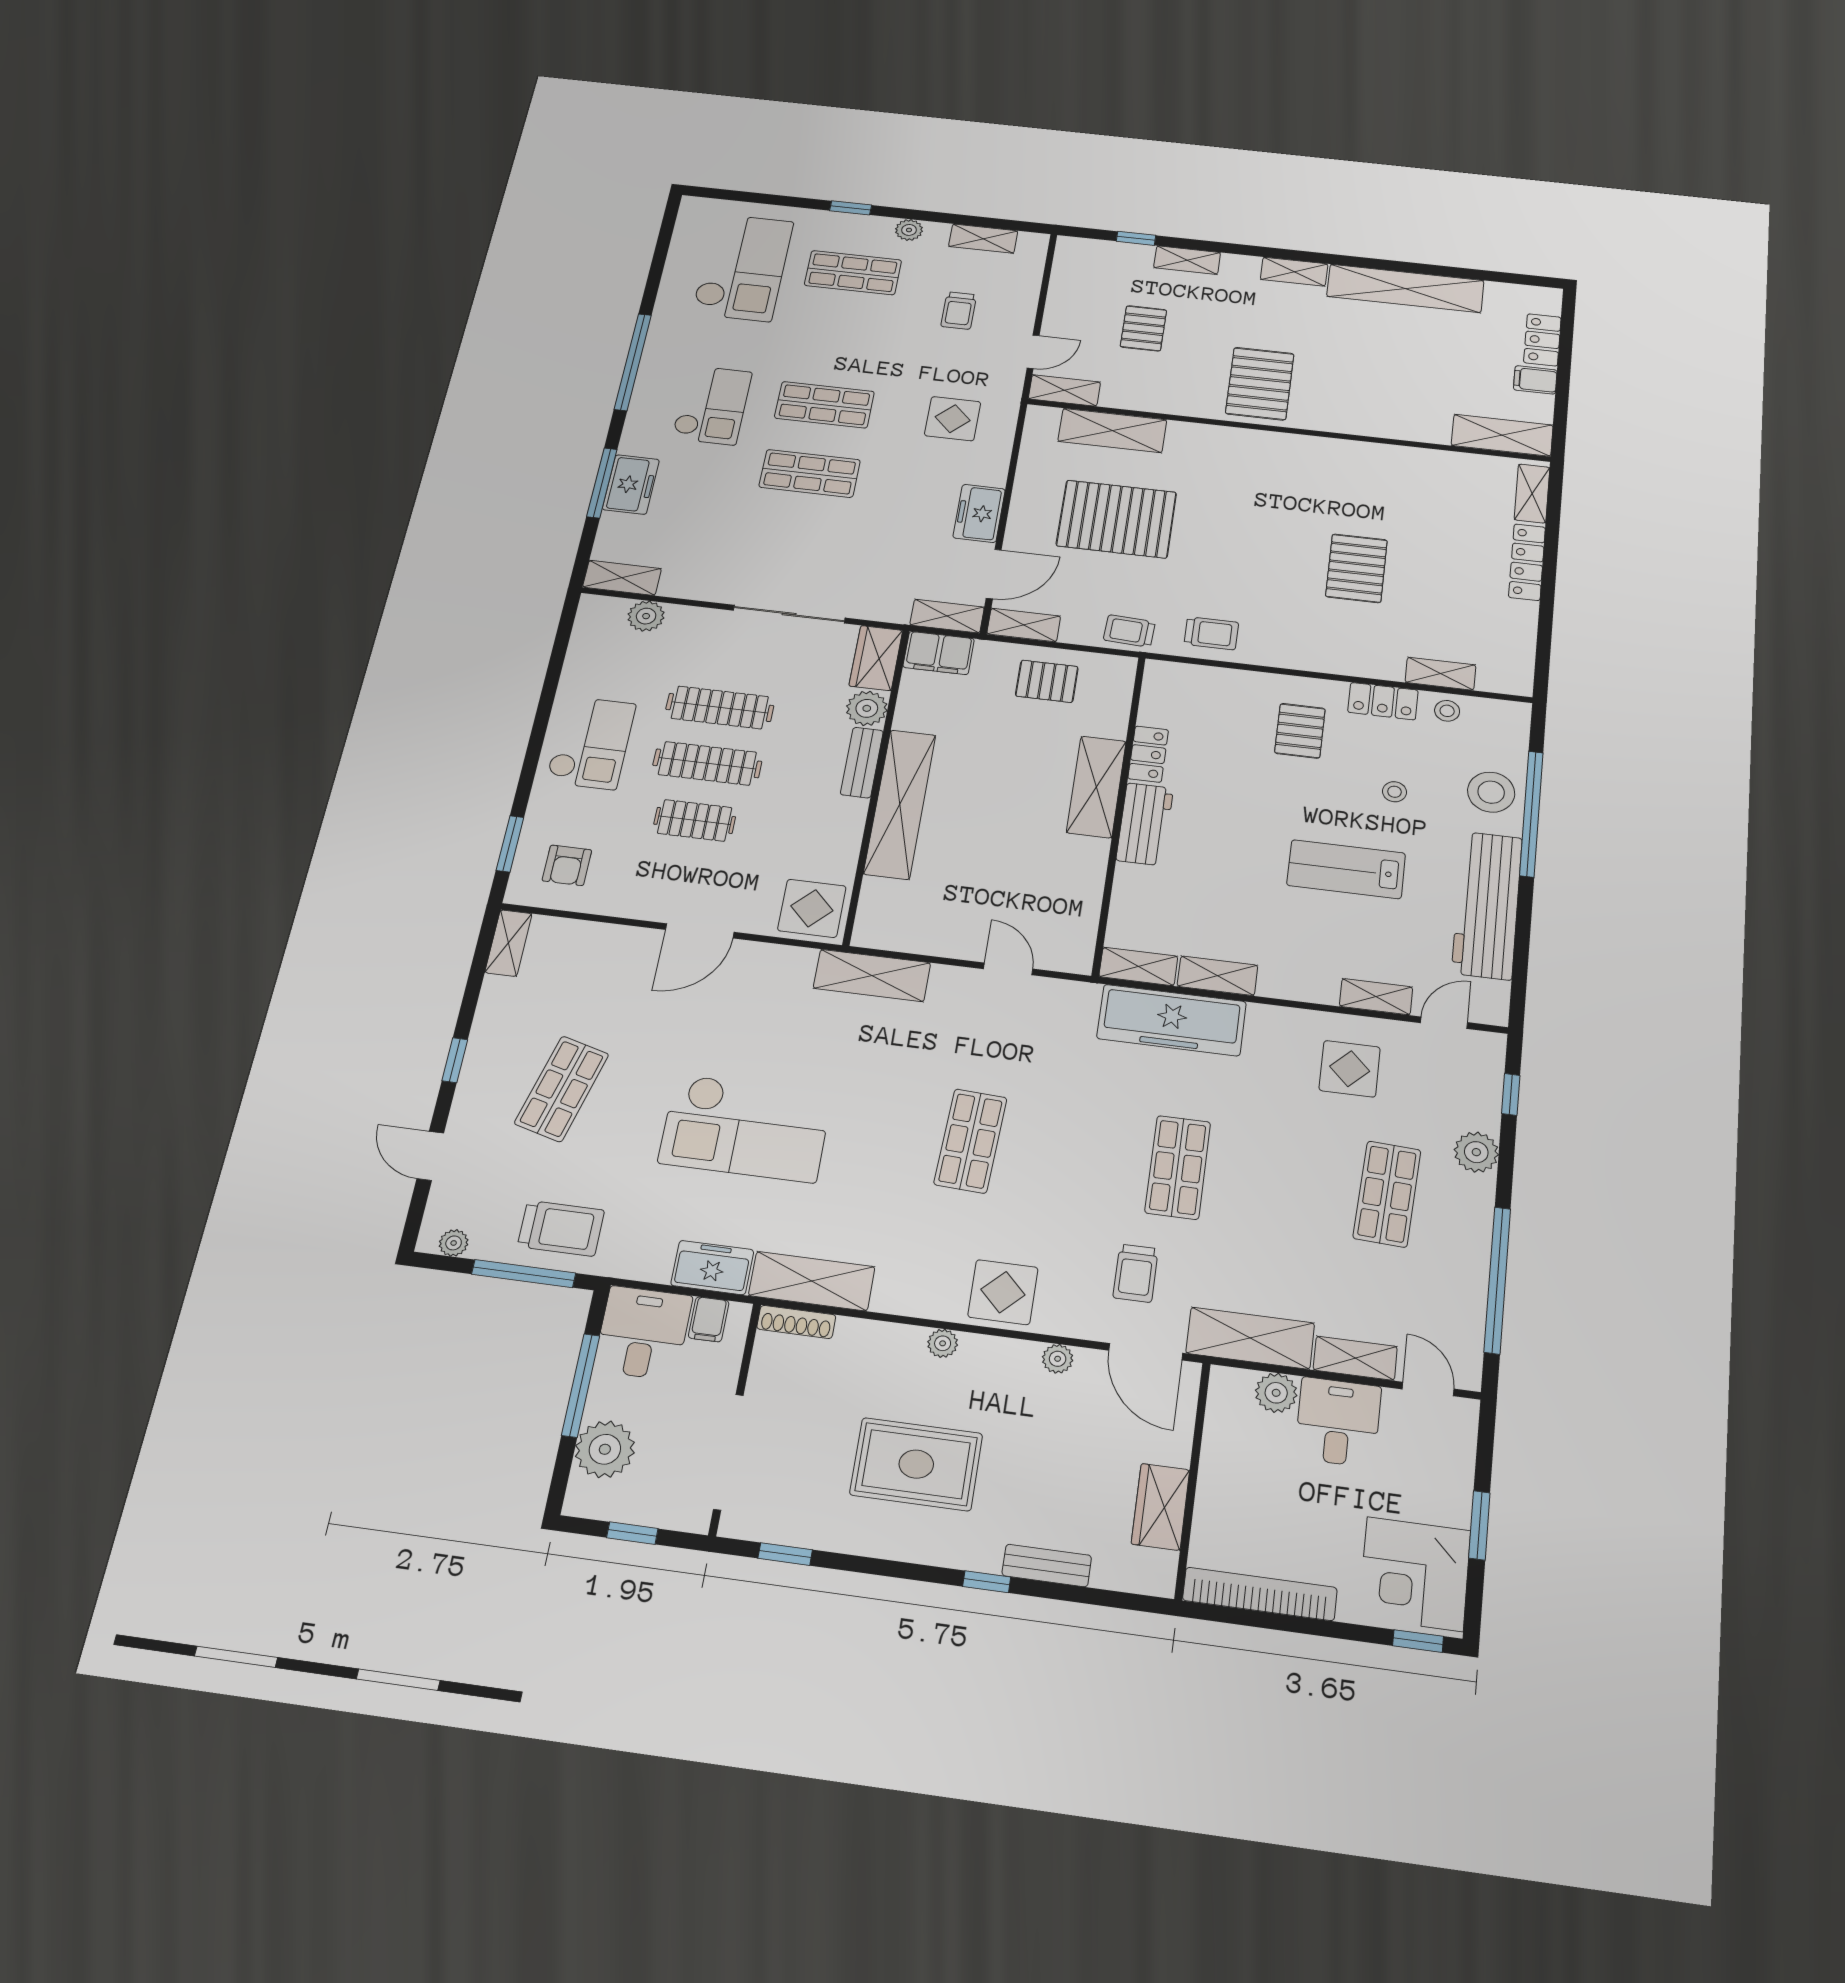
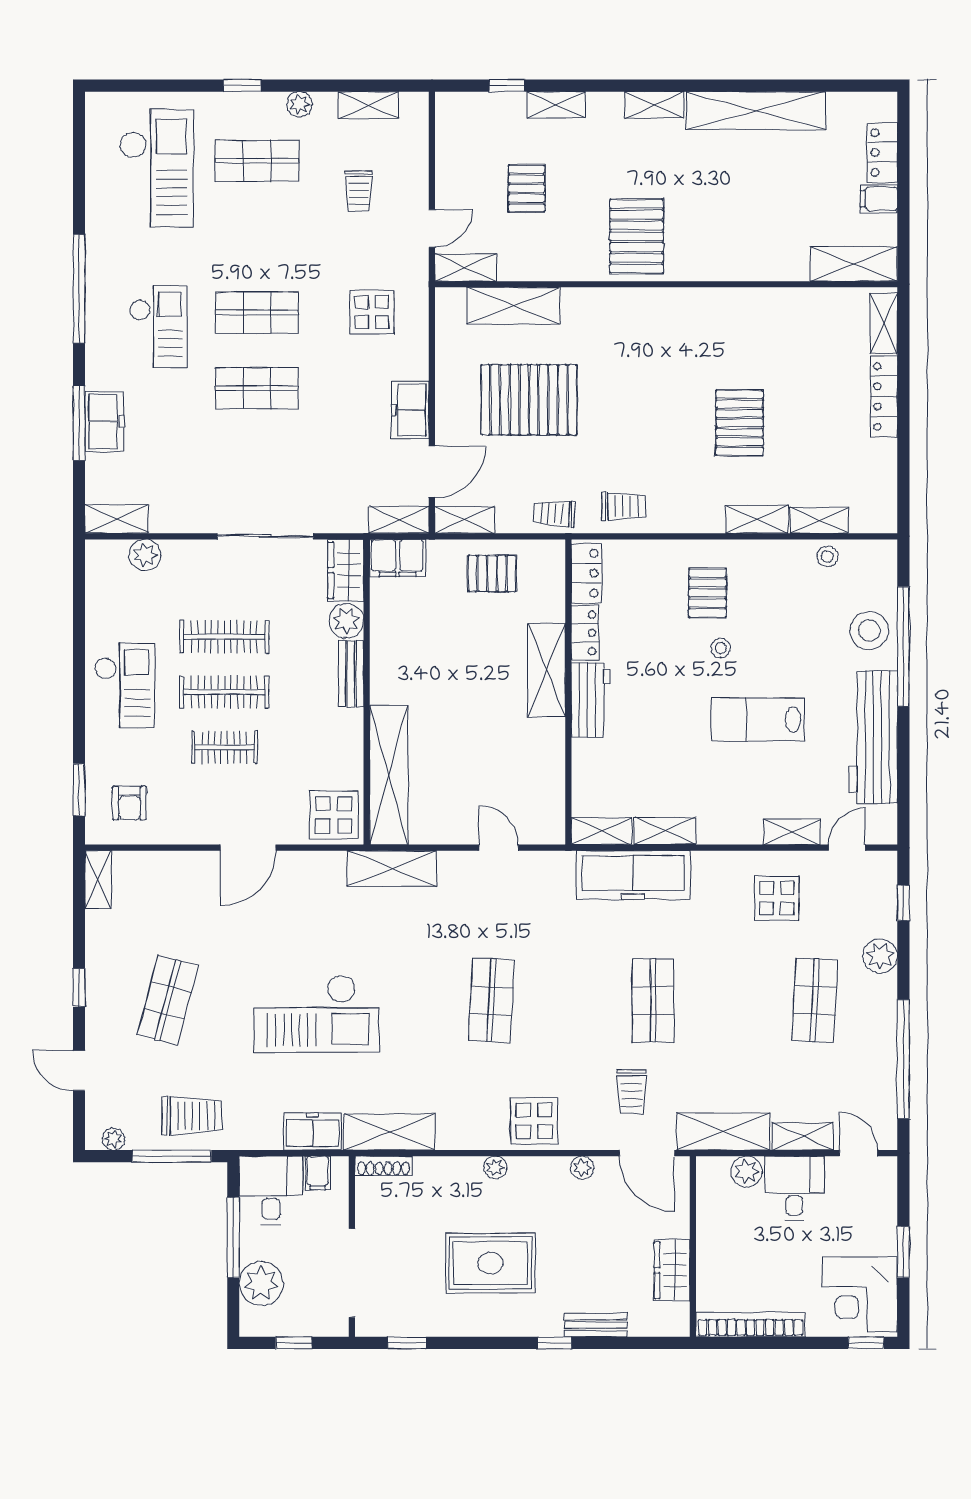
shelving: (1367, 664) -> (757, 519), added
locker: (1383, 701) -> (586, 573), moved, turned -90
stool: (1394, 792) -> (721, 648), moved
shelving: (900, 804) -> (389, 775), moved

